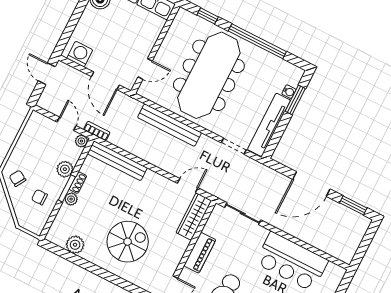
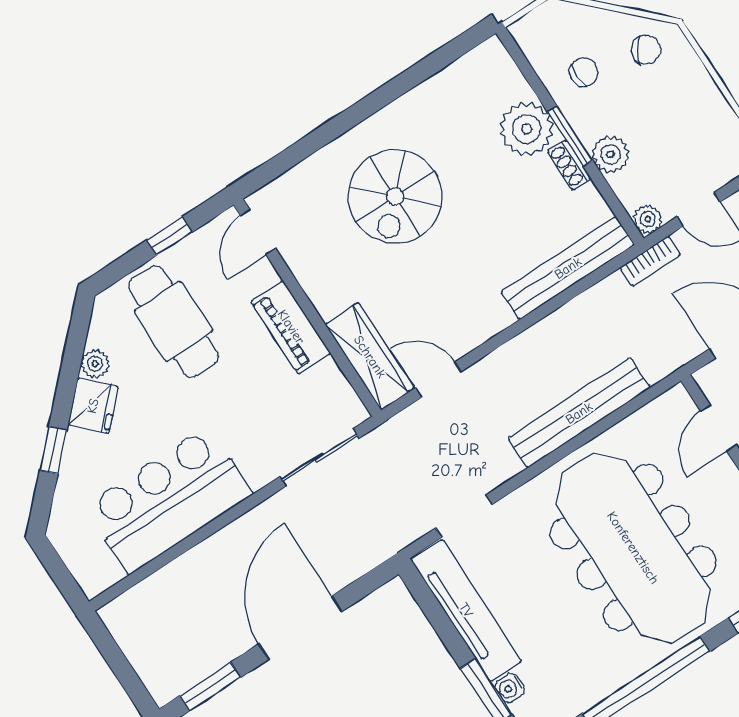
door: (188, 186) -> (438, 380), swing flipped
plant: (71, 199) -> (527, 129), width x1.88, depth x1.88
plant: (75, 245) -> (449, 89), removed

